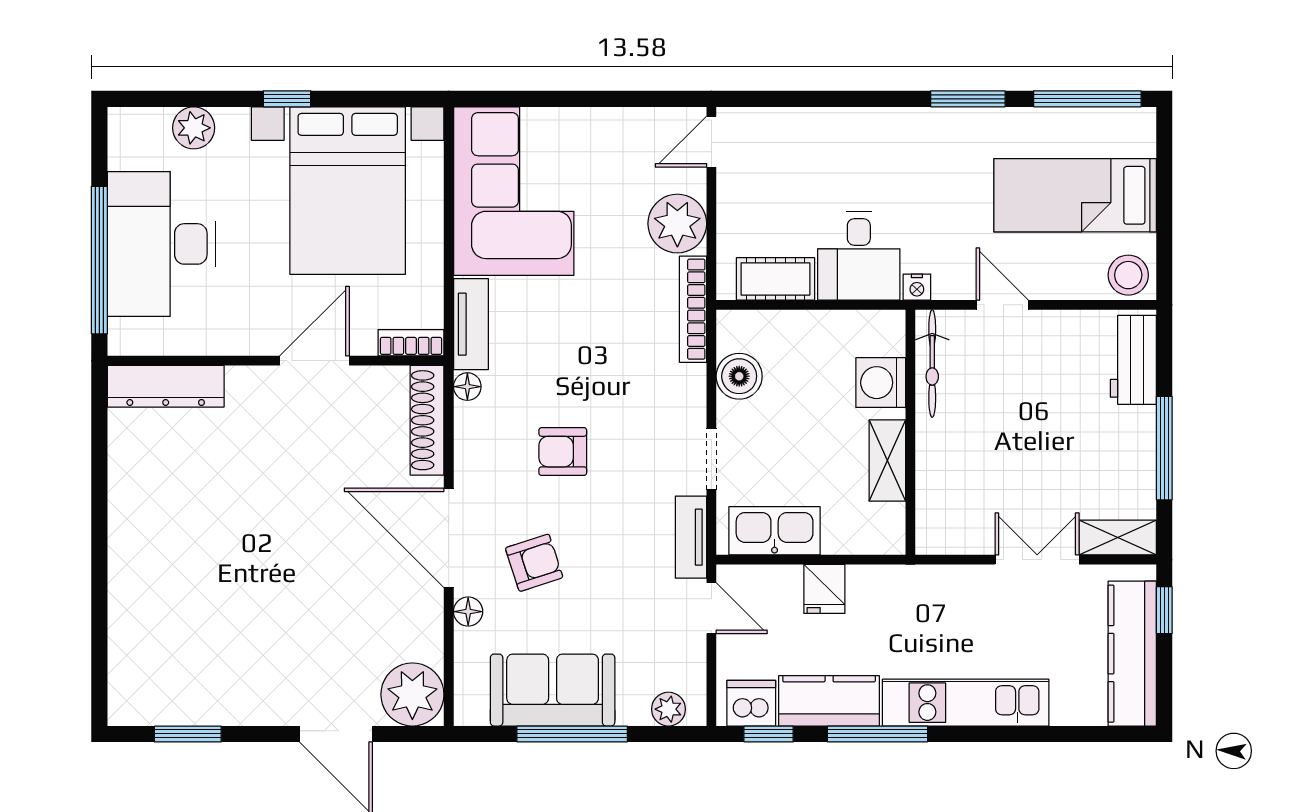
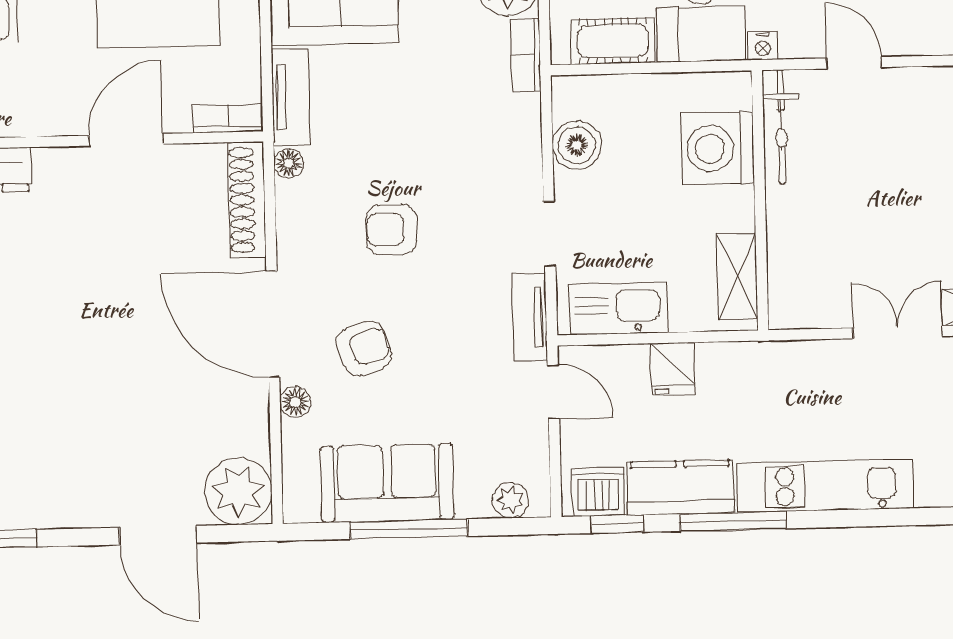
bookcase: (693, 309) -> (526, 55), width x0.64
washing machine: (881, 383) -> (717, 149), width x1.37, depth x1.37
shelving: (887, 461) -> (737, 277), moved

